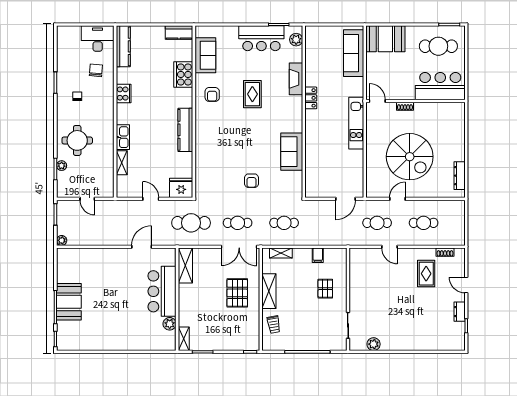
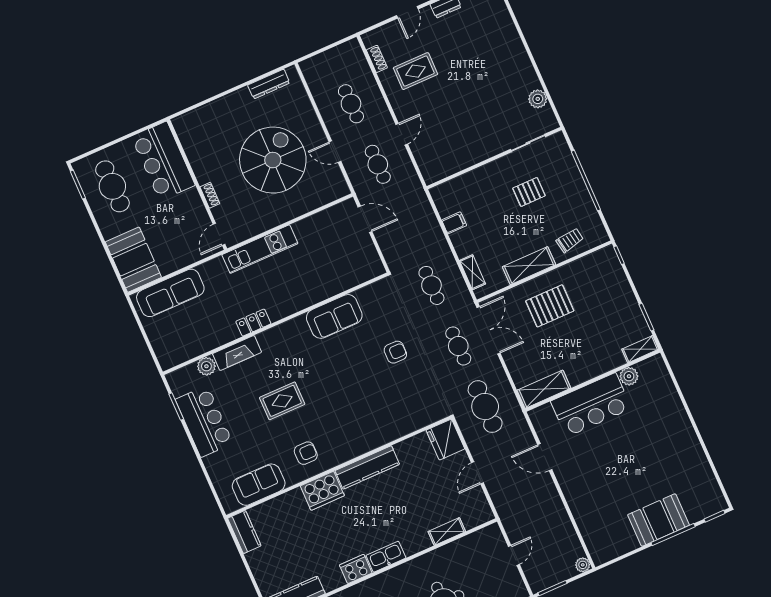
plant: (296, 40) -> (206, 366), moved
cooker: (183, 74) -> (322, 491), moved
kitchen sink: (123, 137) -> (386, 557), moved
pallet: (325, 289) -> (529, 192), moved

